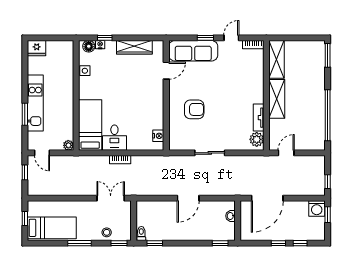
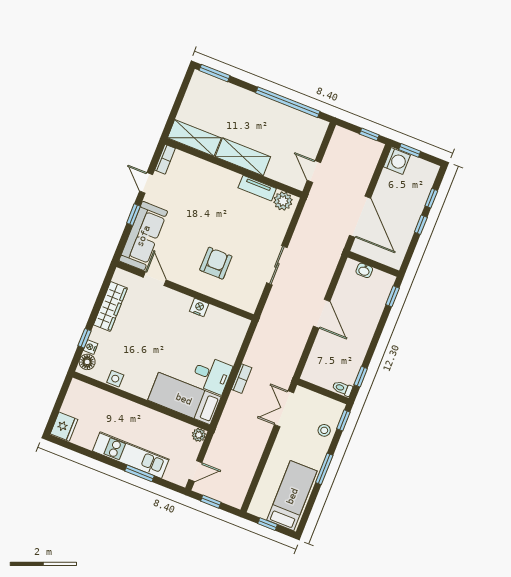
nightstand: (158, 136) -> (199, 307), moved

